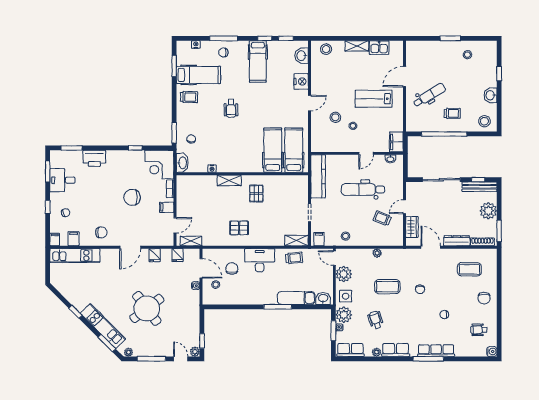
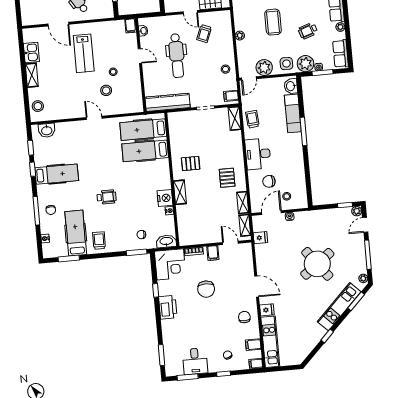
nightstand: (301, 81) -> (165, 198), moved, turned 90
filing cabinet: (396, 142) -> (131, 26), width x0.50
printer: (94, 158) -> (168, 307), moved
shelving: (213, 241) -> (243, 203), added
fridge: (155, 255) -> (267, 310), moved

